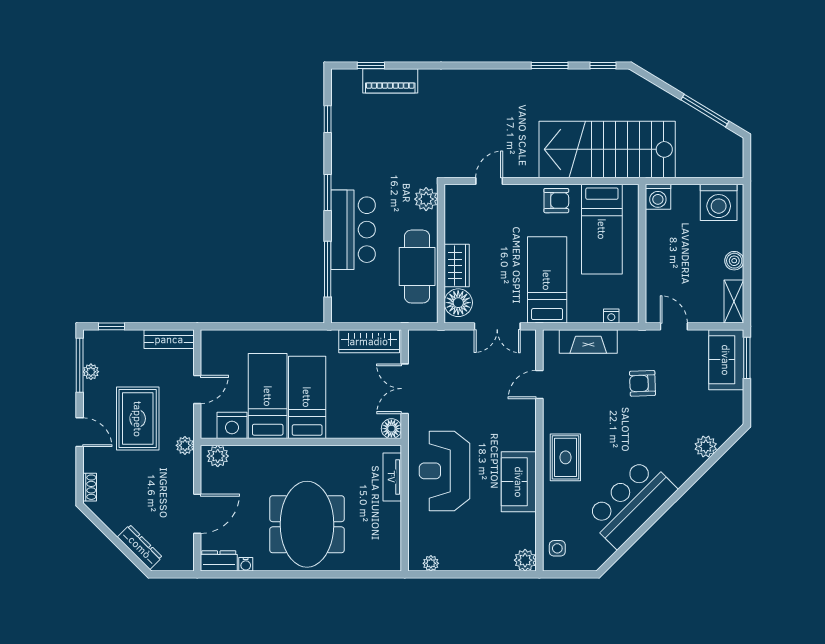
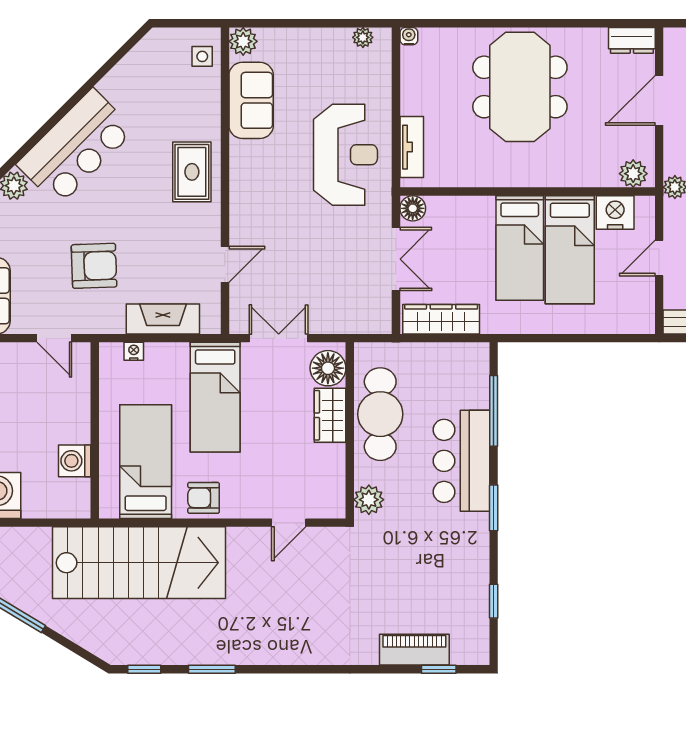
washing machine: (658, 197) -> (75, 461), moved, turned -90
armchair: (643, 383) -> (94, 266), width x1.38, depth x1.38
sofa: (519, 482) -> (251, 100), moved
bar counter: (631, 503) -> (76, 147), moved
water cooler: (246, 564) -> (409, 36), moved

